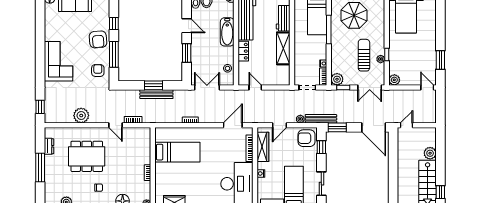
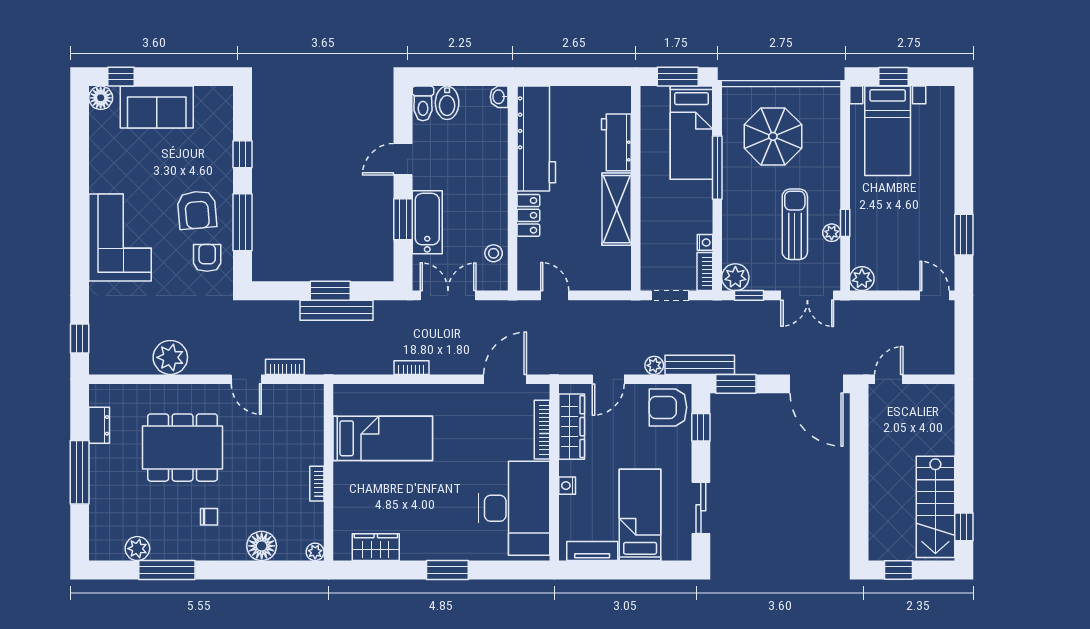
door: (187, 26) -> (403, 159), swing flipped
bathtub: (227, 32) -> (427, 222), moved, turned 180
armchair: (98, 39) -> (197, 210), moved
plant: (430, 153) -> (941, 441), removed

